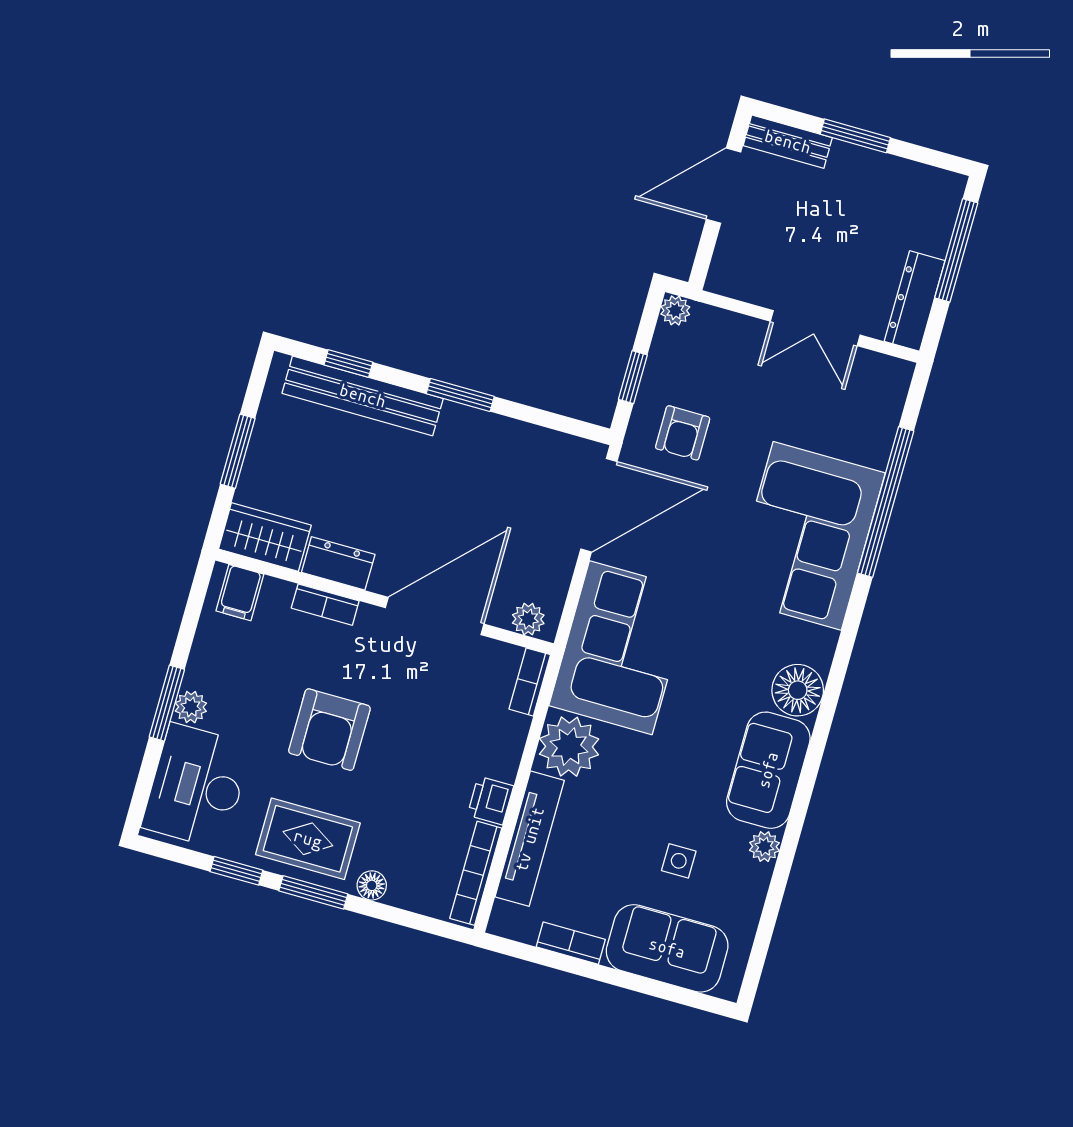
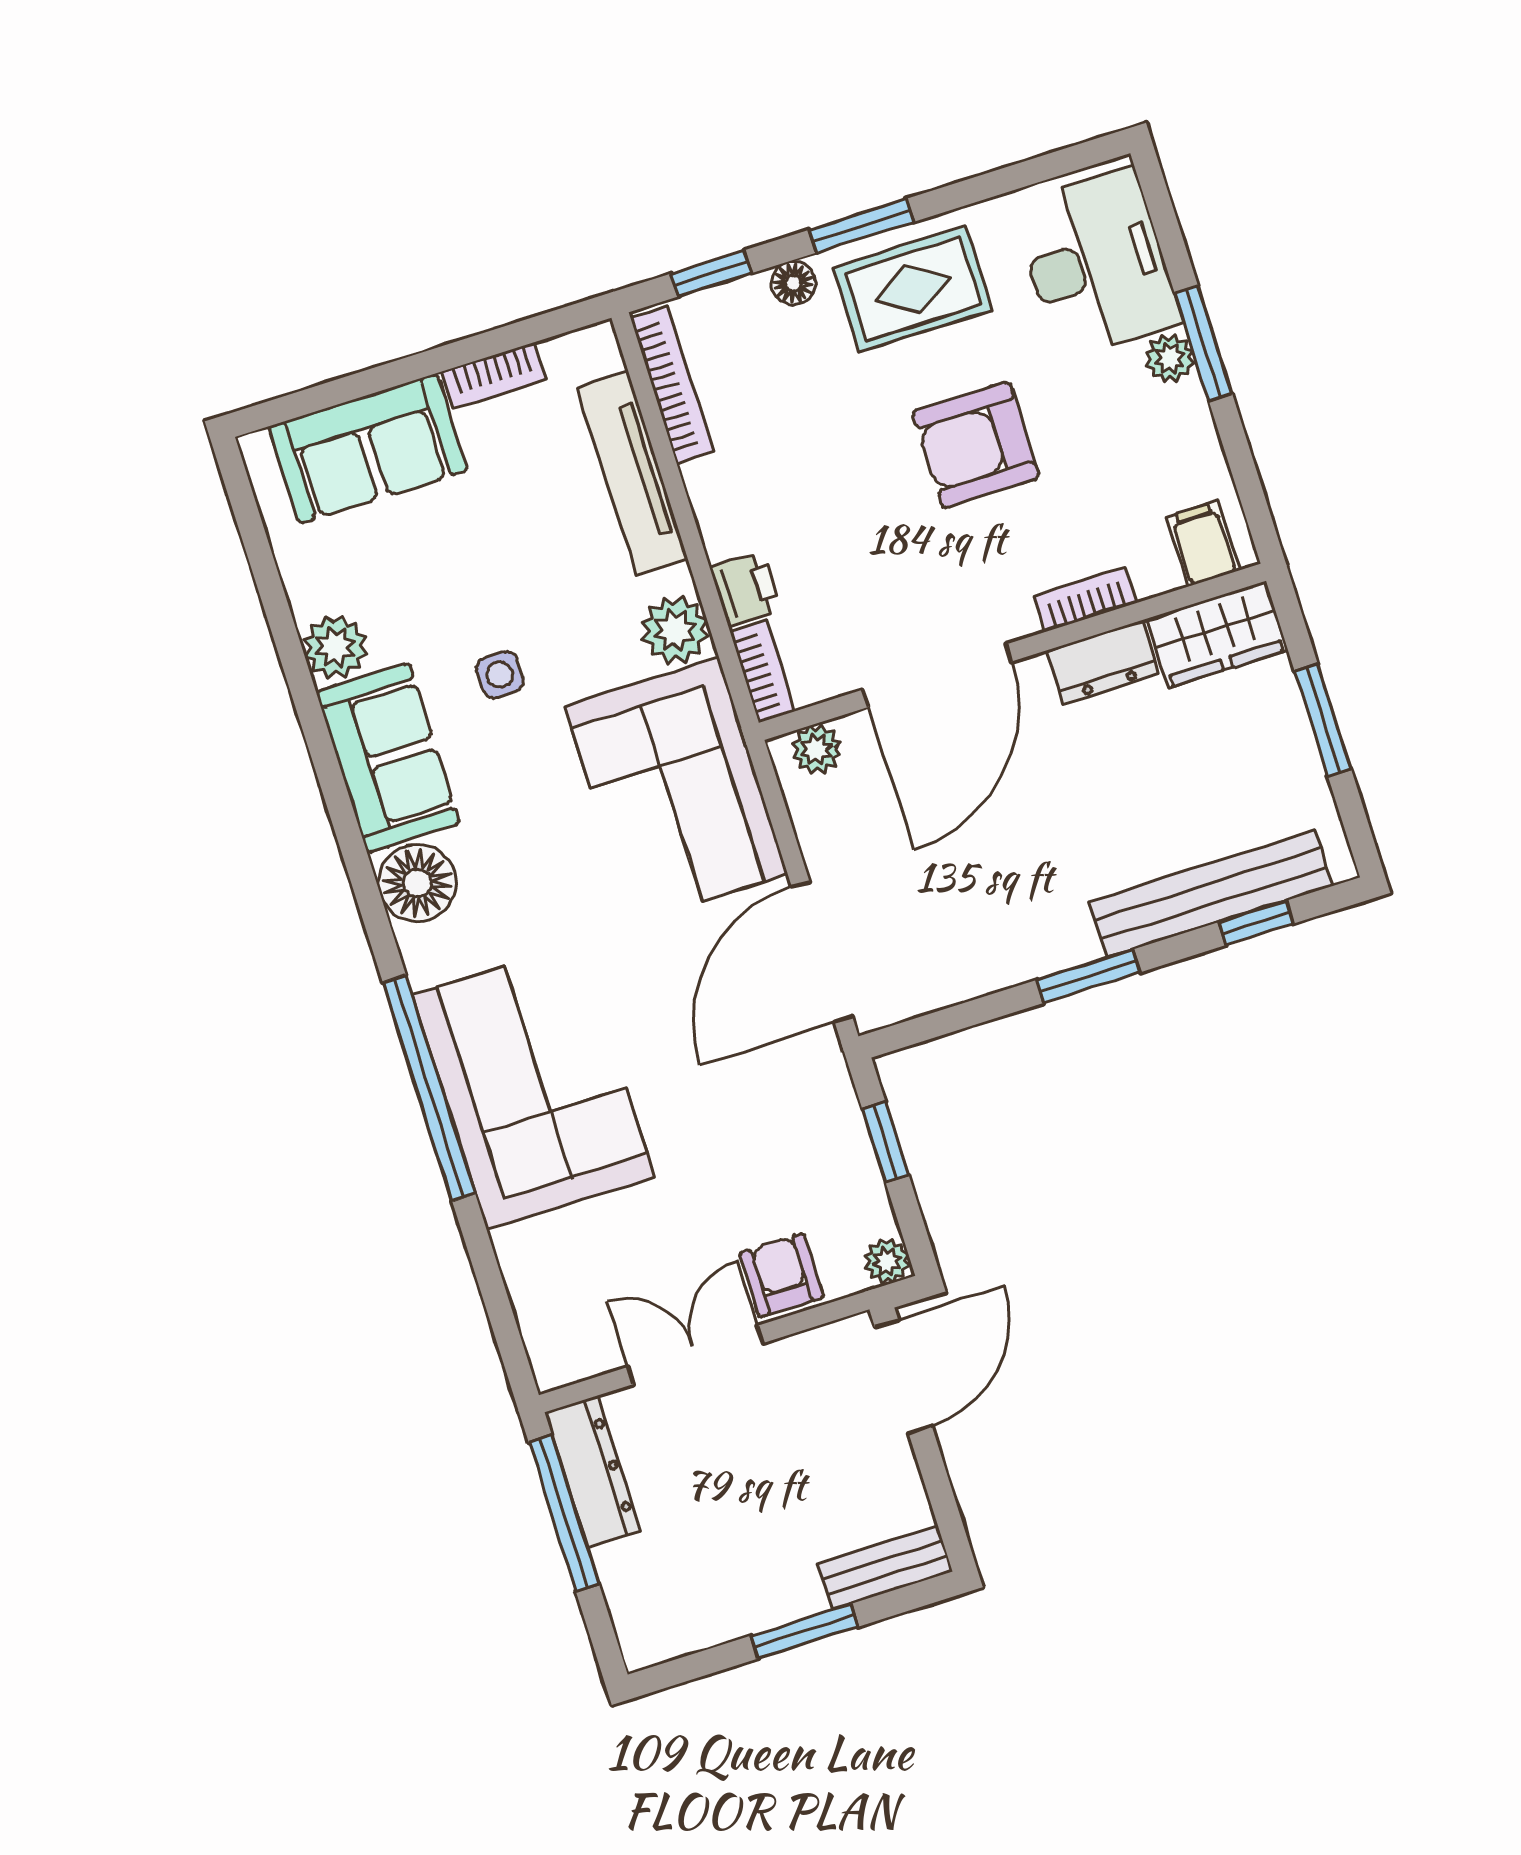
door: (724, 186) -> (903, 1376), moved
window: (956, 250) -> (564, 1513), moved
armchair: (683, 433) -> (781, 1275), moved
window: (886, 502) -> (429, 1088), moved
armchair: (329, 730) -> (976, 445), turned -90
plant: (569, 747) -> (675, 630), width x0.73, depth x0.73
printer: (490, 800) -> (746, 589), moved
plant: (764, 847) -> (335, 647), width x1.38, depth x1.38
side table: (679, 861) -> (500, 675), moved
window: (236, 871) -> (711, 273), moved

